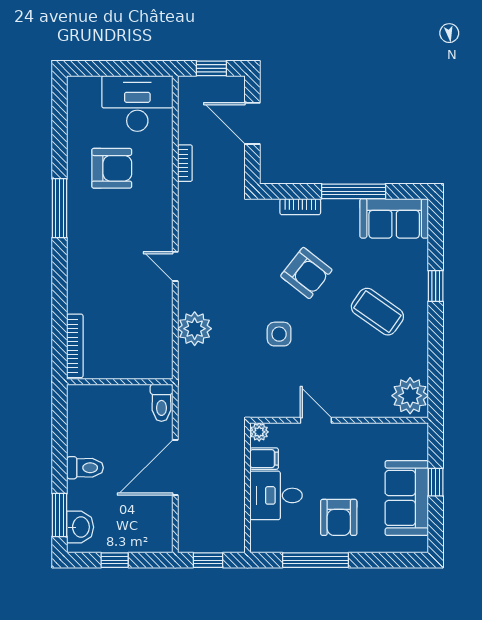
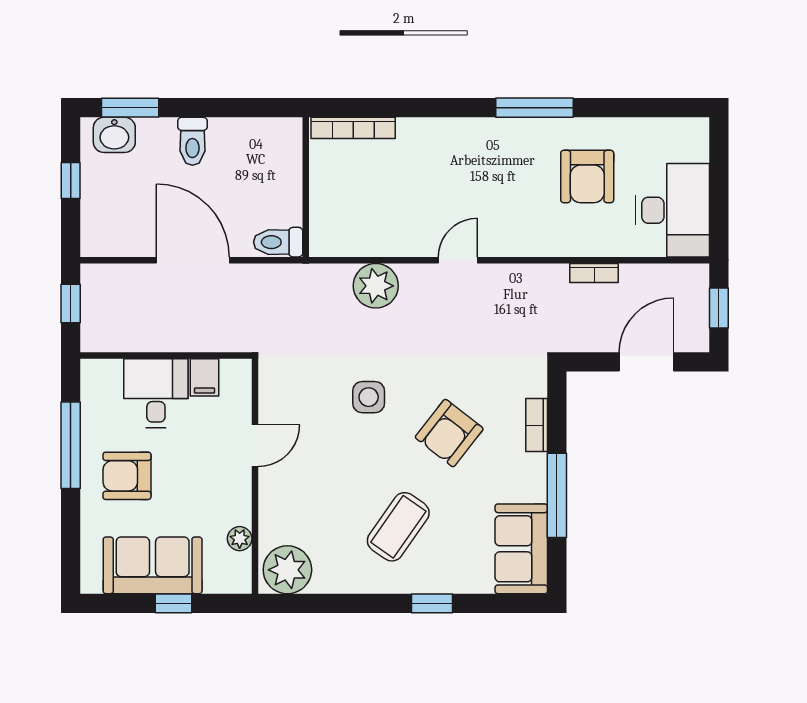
plant: (259, 432) -> (240, 539), moved

